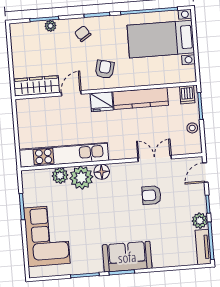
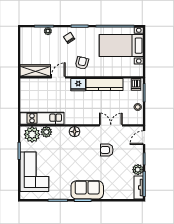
kitchen unit: (64, 155) -> (42, 118), width x0.73
plant: (81, 178) -> (32, 134), moved

